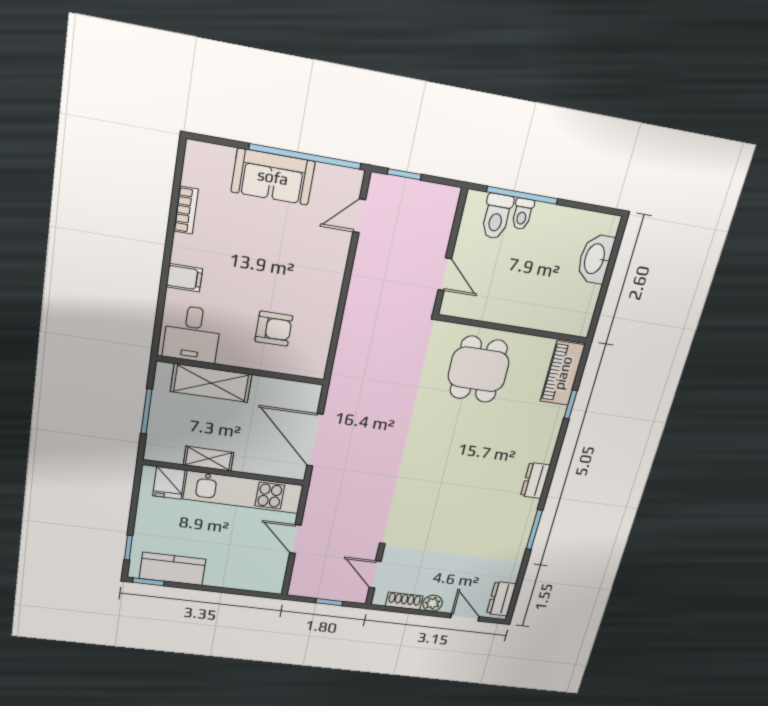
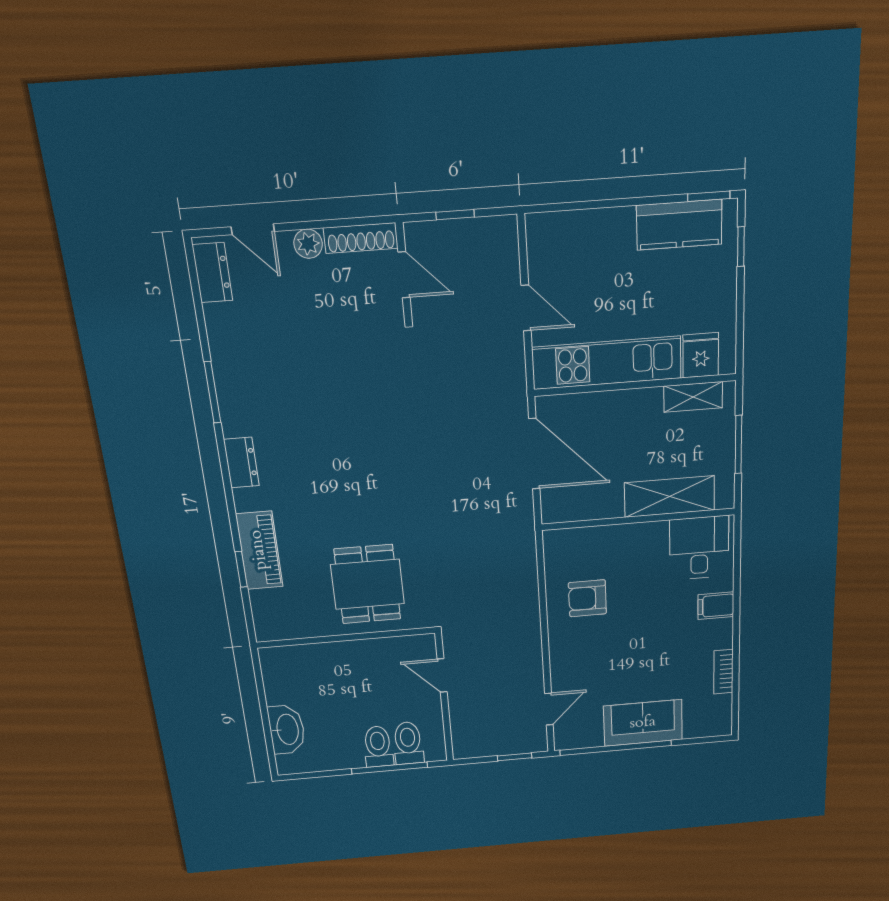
toilet: (522, 214) -> (378, 747), width x1.37, depth x1.39
armchair: (274, 329) -> (587, 598), moved
piano: (563, 373) -> (259, 550), moved
shelving: (208, 459) -> (693, 397), moved
shoe rack: (404, 601) -> (361, 238), width x1.43

